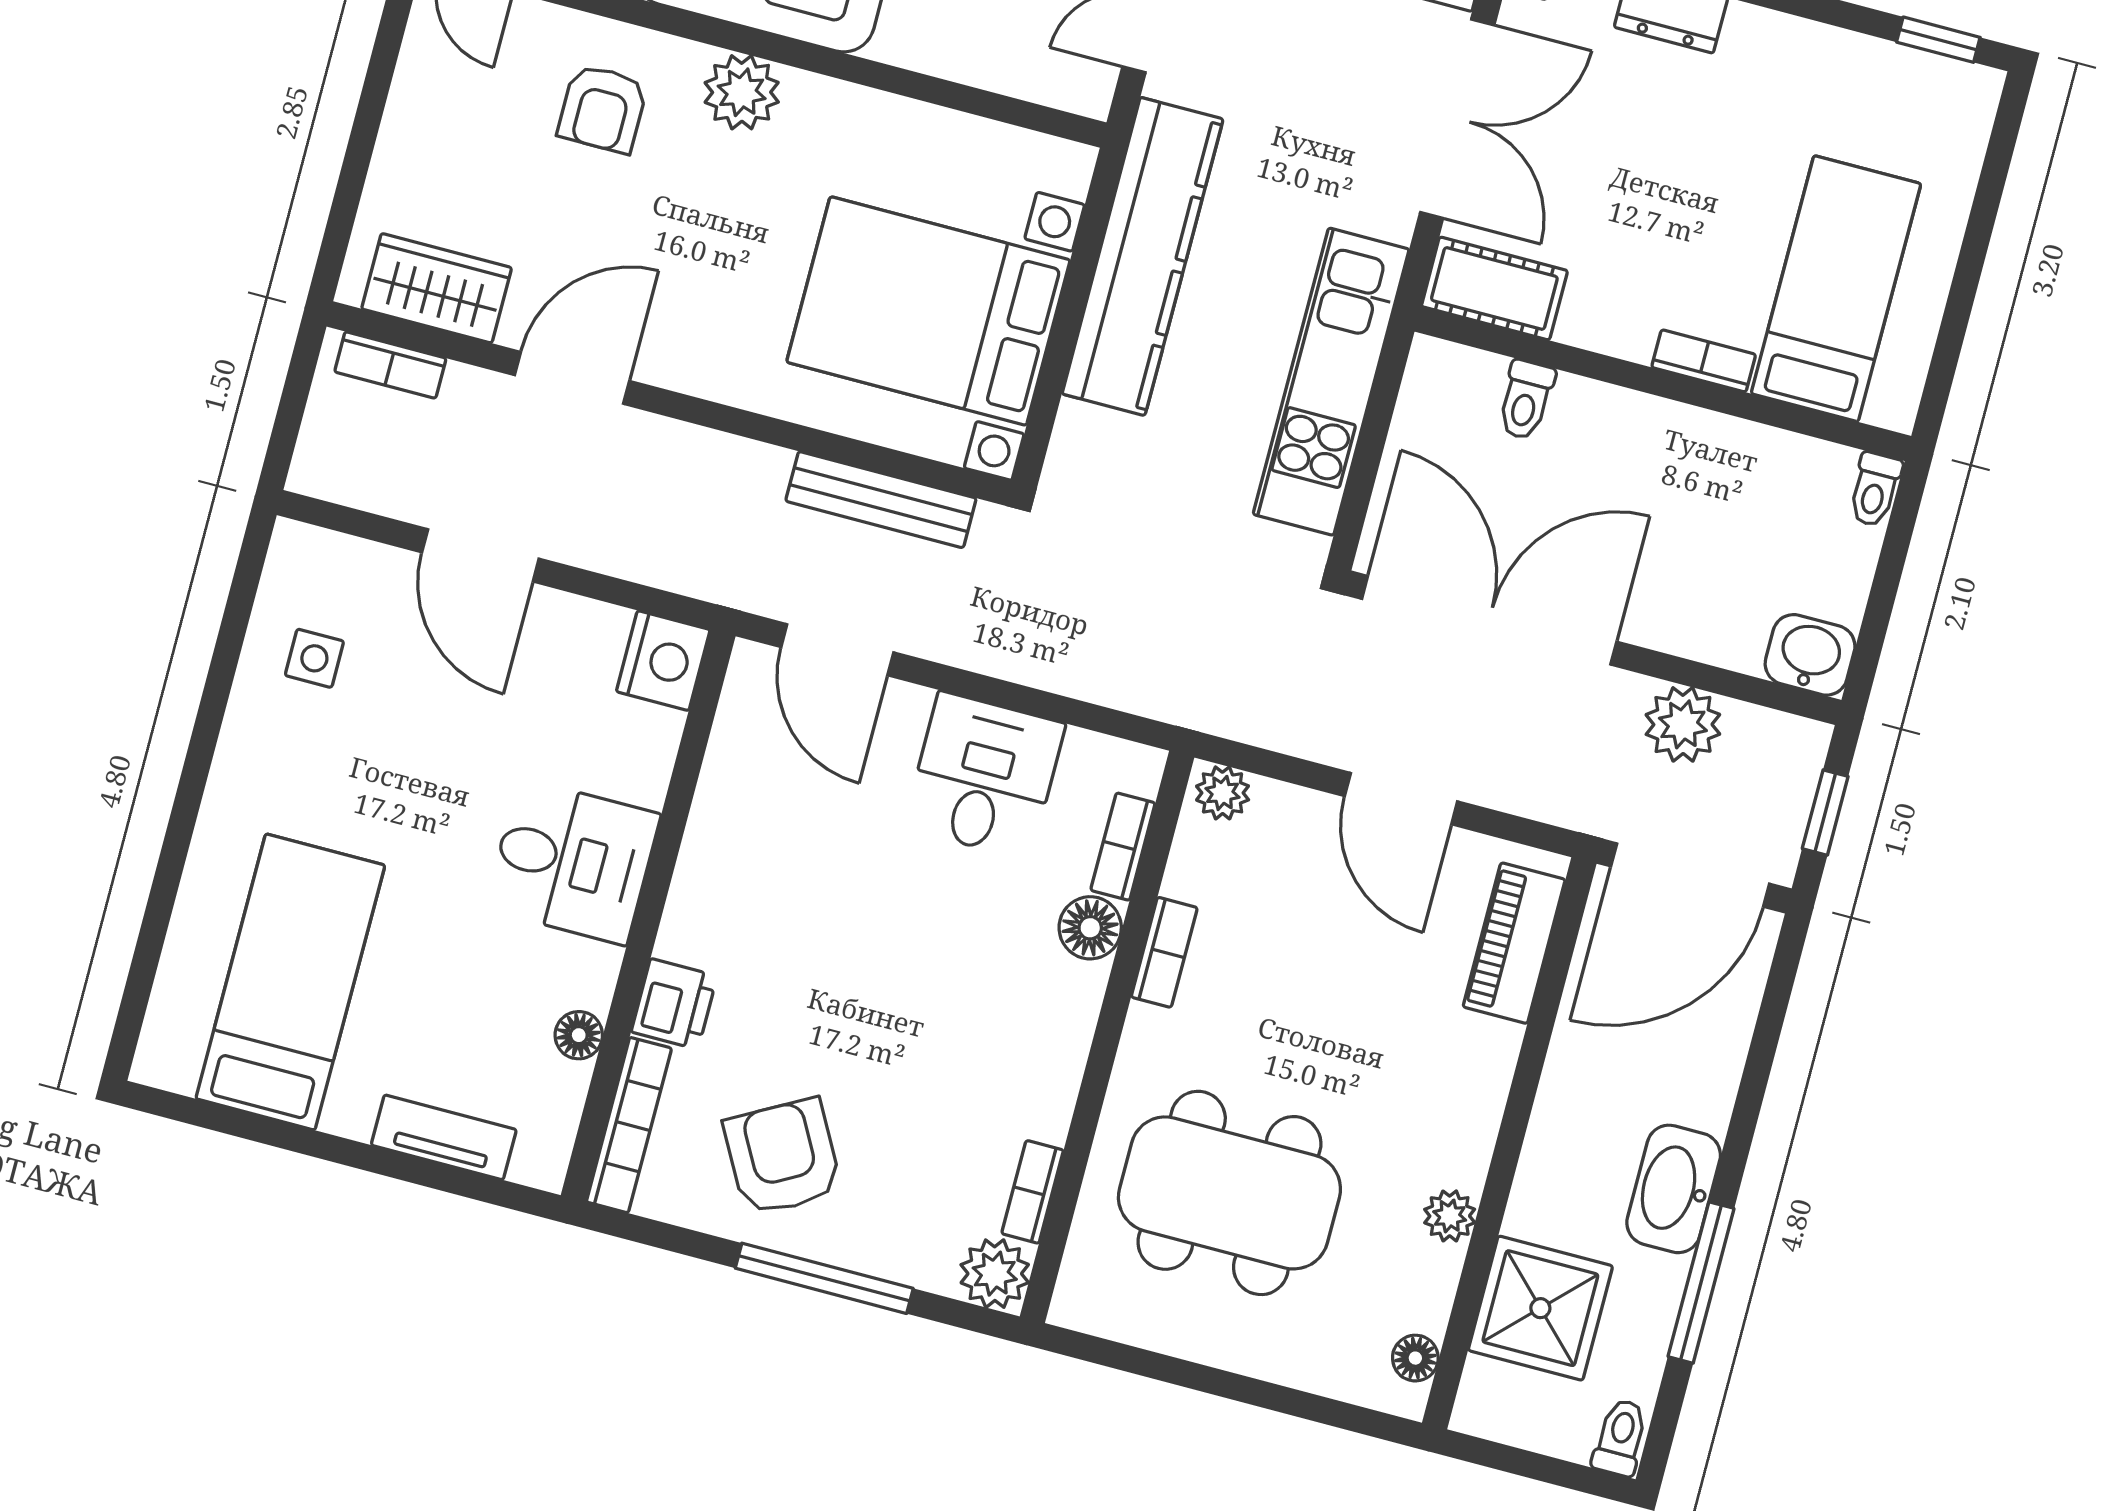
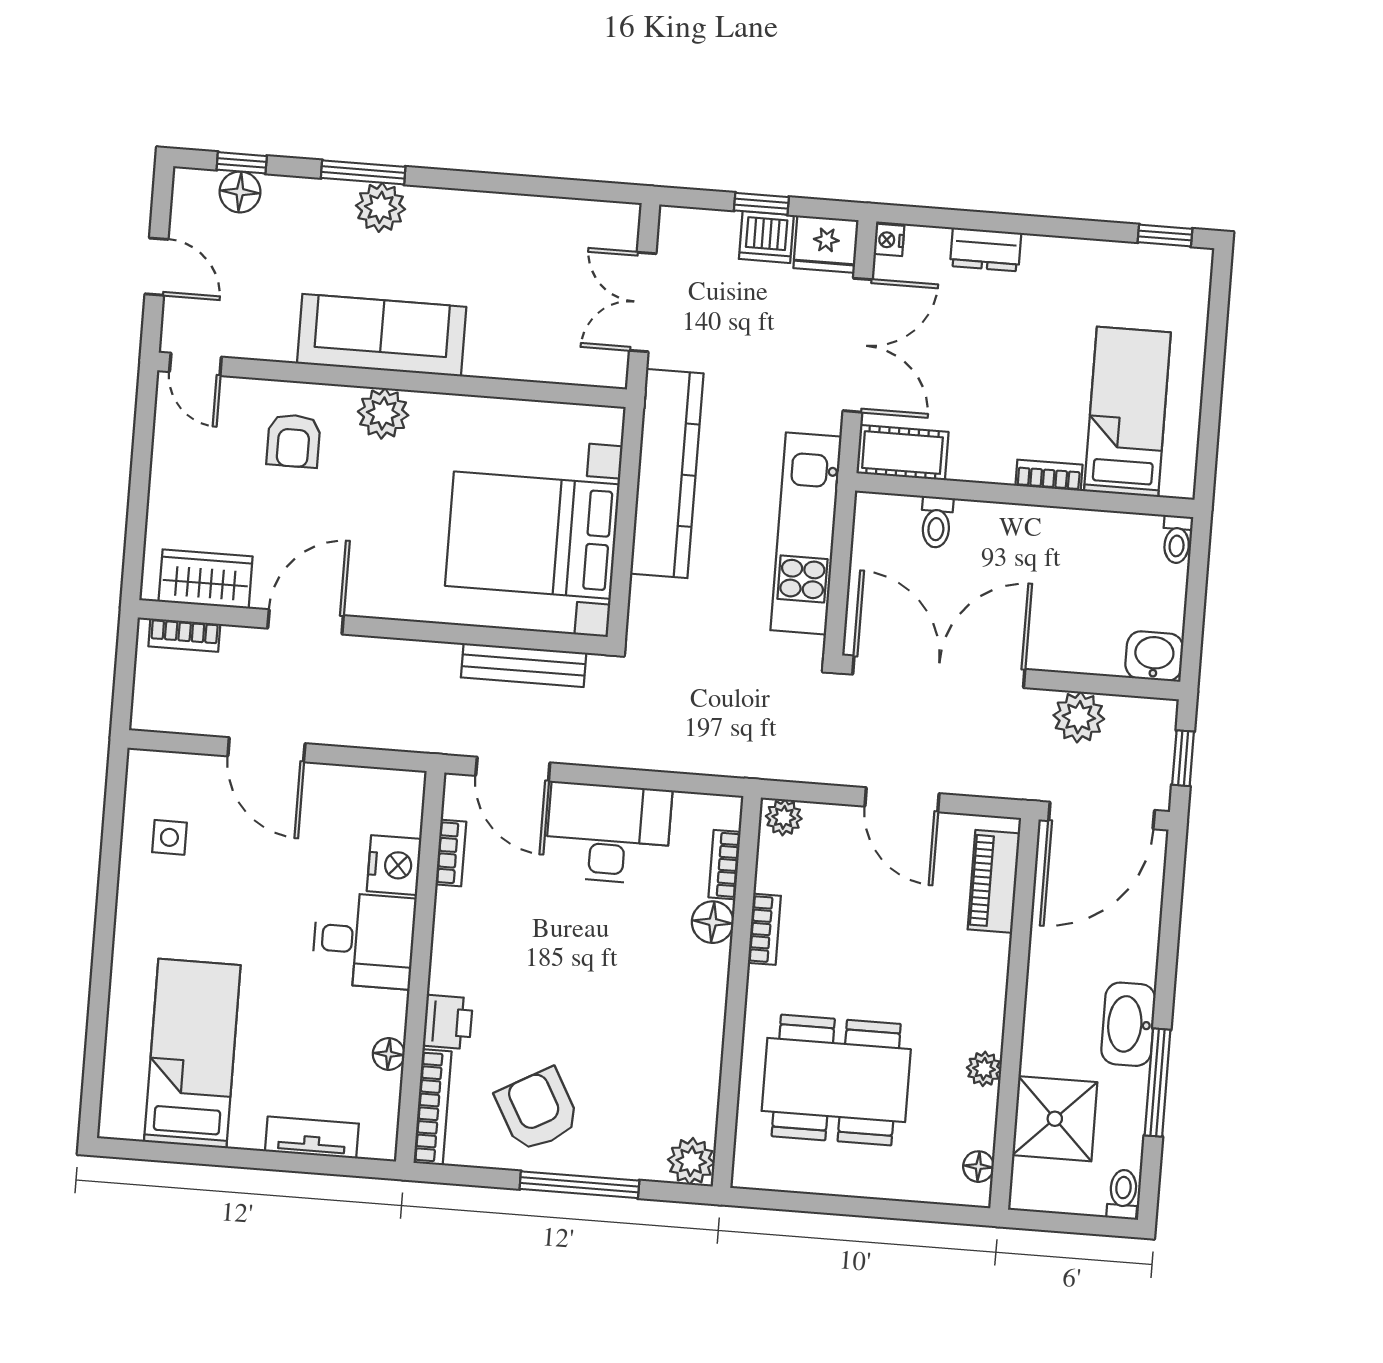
nightstand: (663, 661) -> (394, 865), moved
desk: (984, 776) -> (608, 833), width x1.37
bookcase: (1033, 1192) -> (451, 853), moved, turned 180

